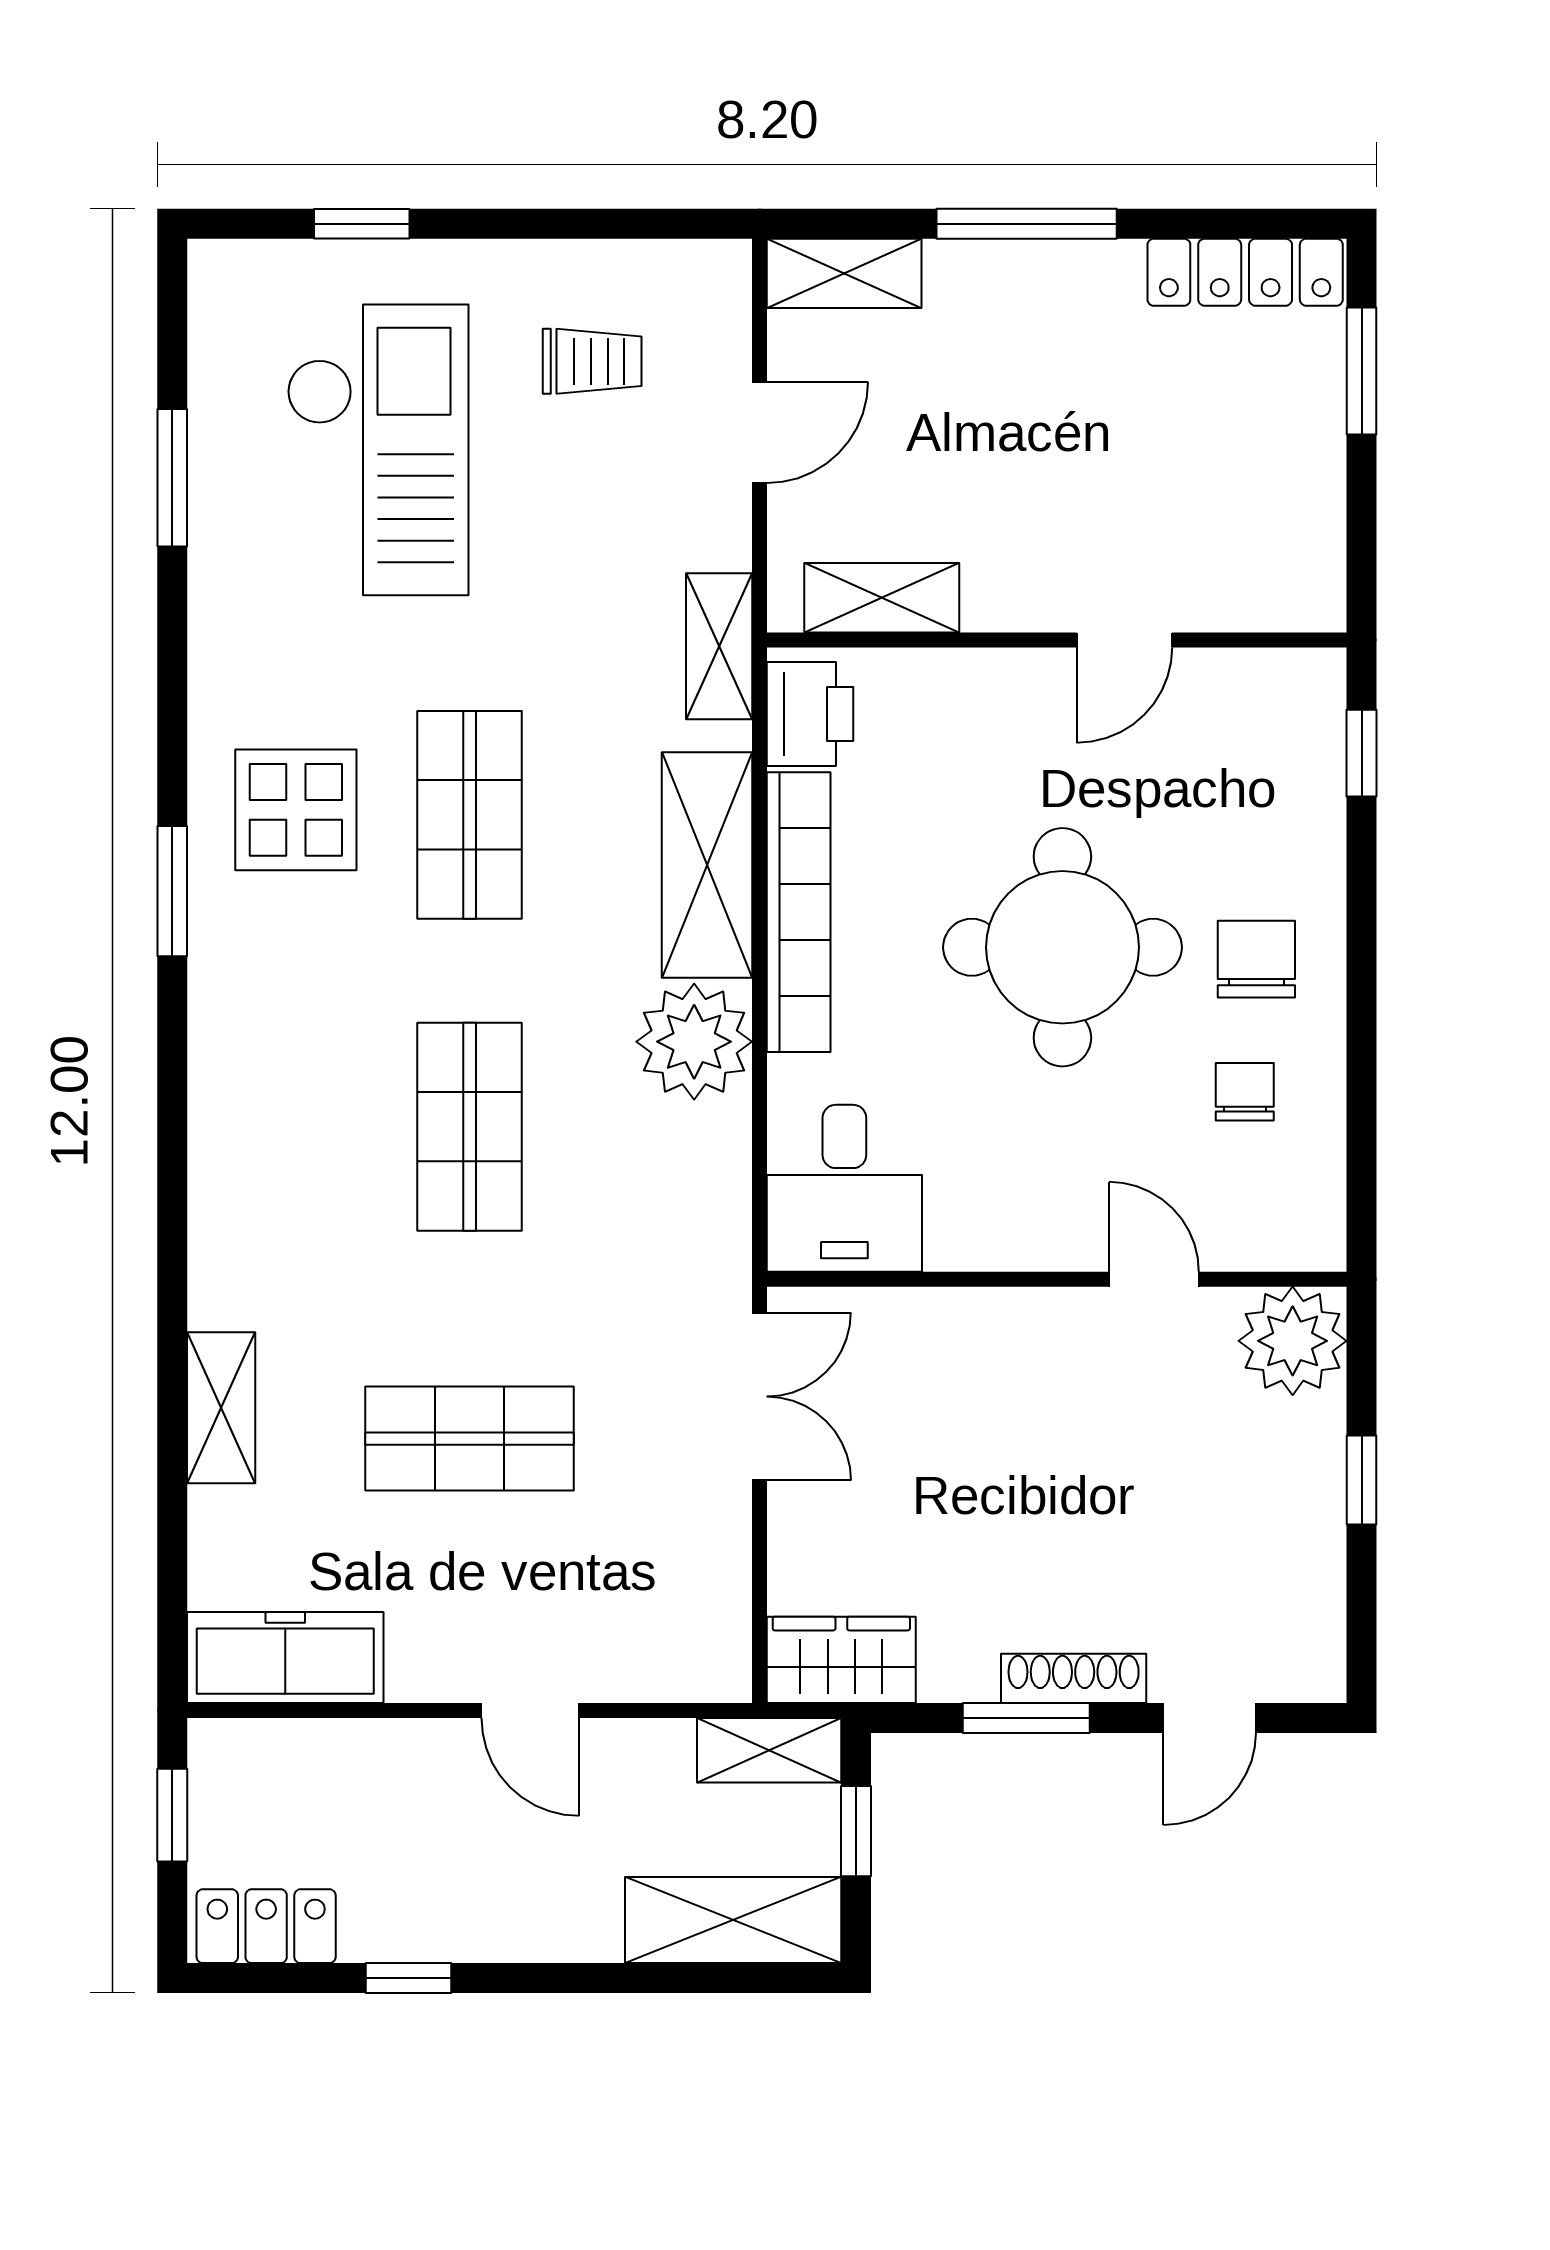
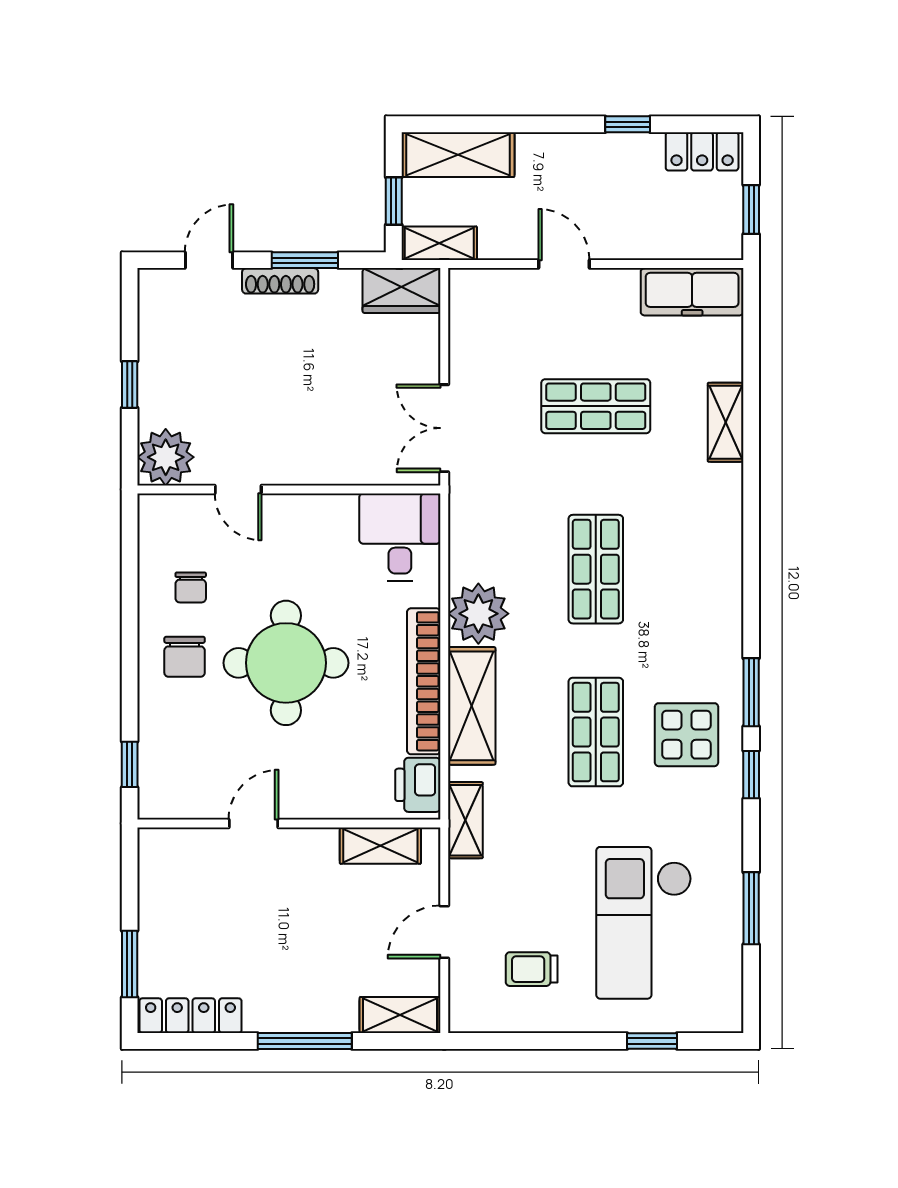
window: (172, 733) -> (751, 775), added

